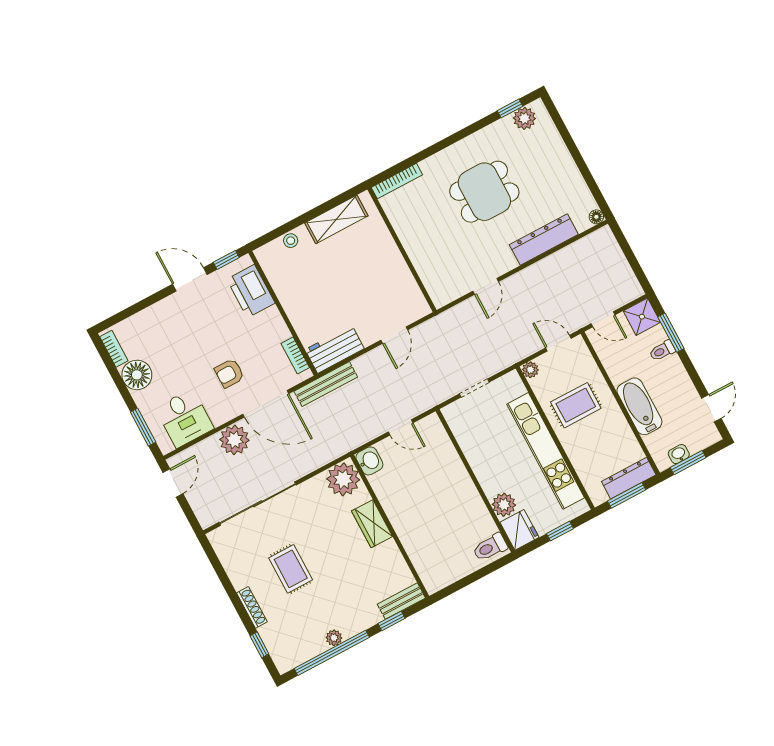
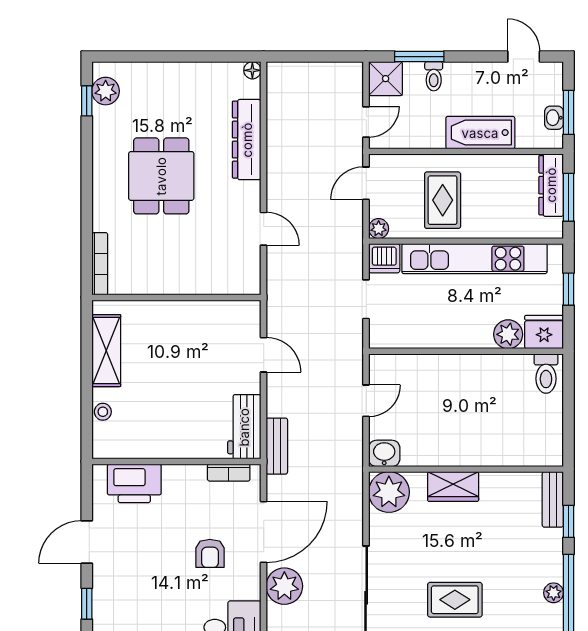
window: (226, 260) -> (87, 604), moved
bench: (326, 384) -> (277, 446), width x0.73
dishwasher: (511, 385) -> (384, 258), added

